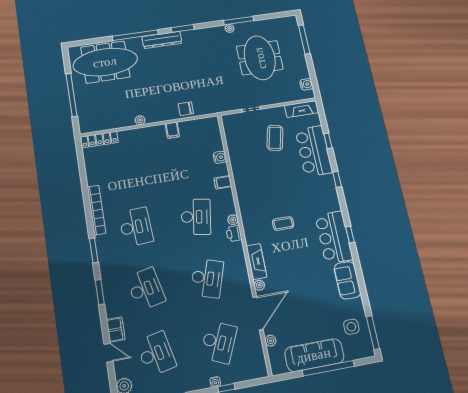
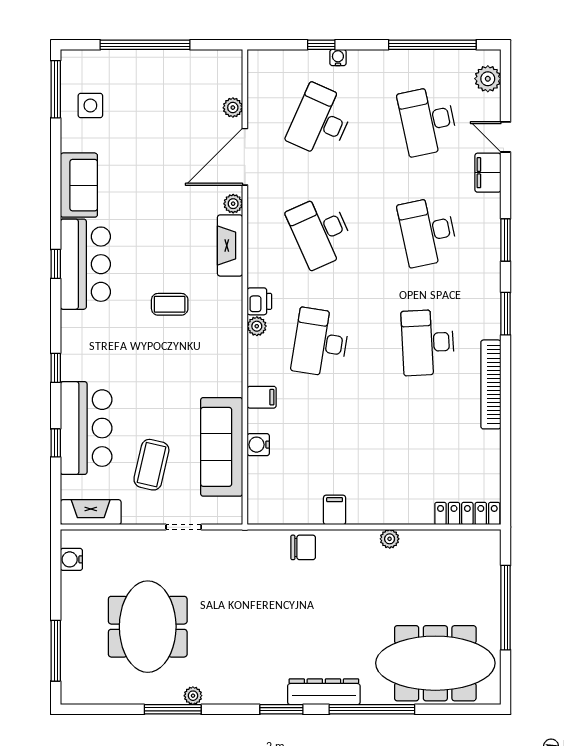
desk: (207, 278) -> (320, 232), turned -42
sofa: (314, 355) -> (222, 447), moved, turned 90

